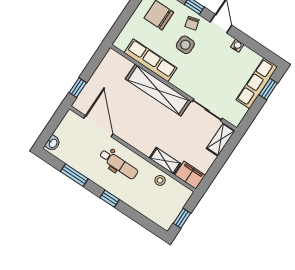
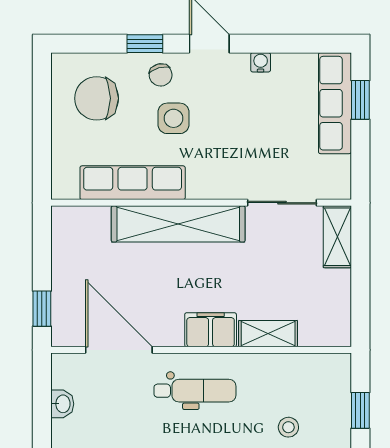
washbasin: (53, 143) -> (62, 404), moved
filing cabinet: (190, 175) -> (211, 330), moved
stool: (160, 180) -> (288, 427), moved

